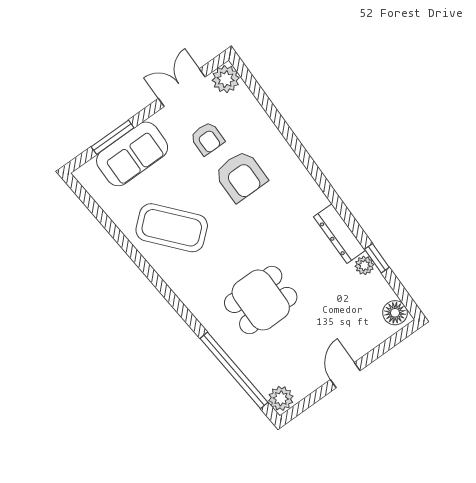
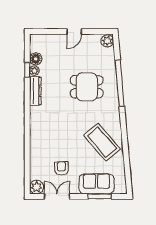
double door: (182, 88) -> (57, 196), swing flipped
armchair: (241, 176) -> (59, 143), removed
floor lamp: (395, 313) -> (36, 59), moved
window: (234, 370) -> (120, 83), moved

